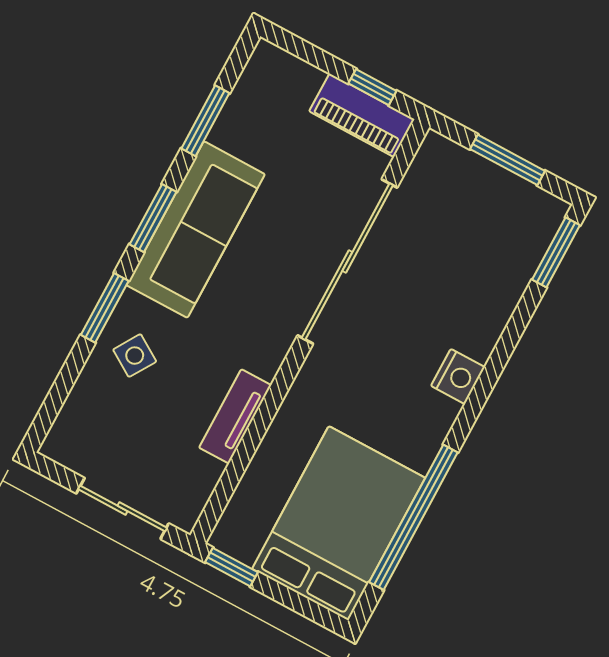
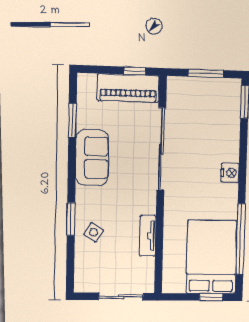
piano: (362, 115) -> (128, 88), width x1.37, depth x1.33
window: (153, 218) -> (72, 172), removed
sofa: (196, 230) -> (92, 157), width x0.73
window: (232, 567) -> (211, 297), moved

